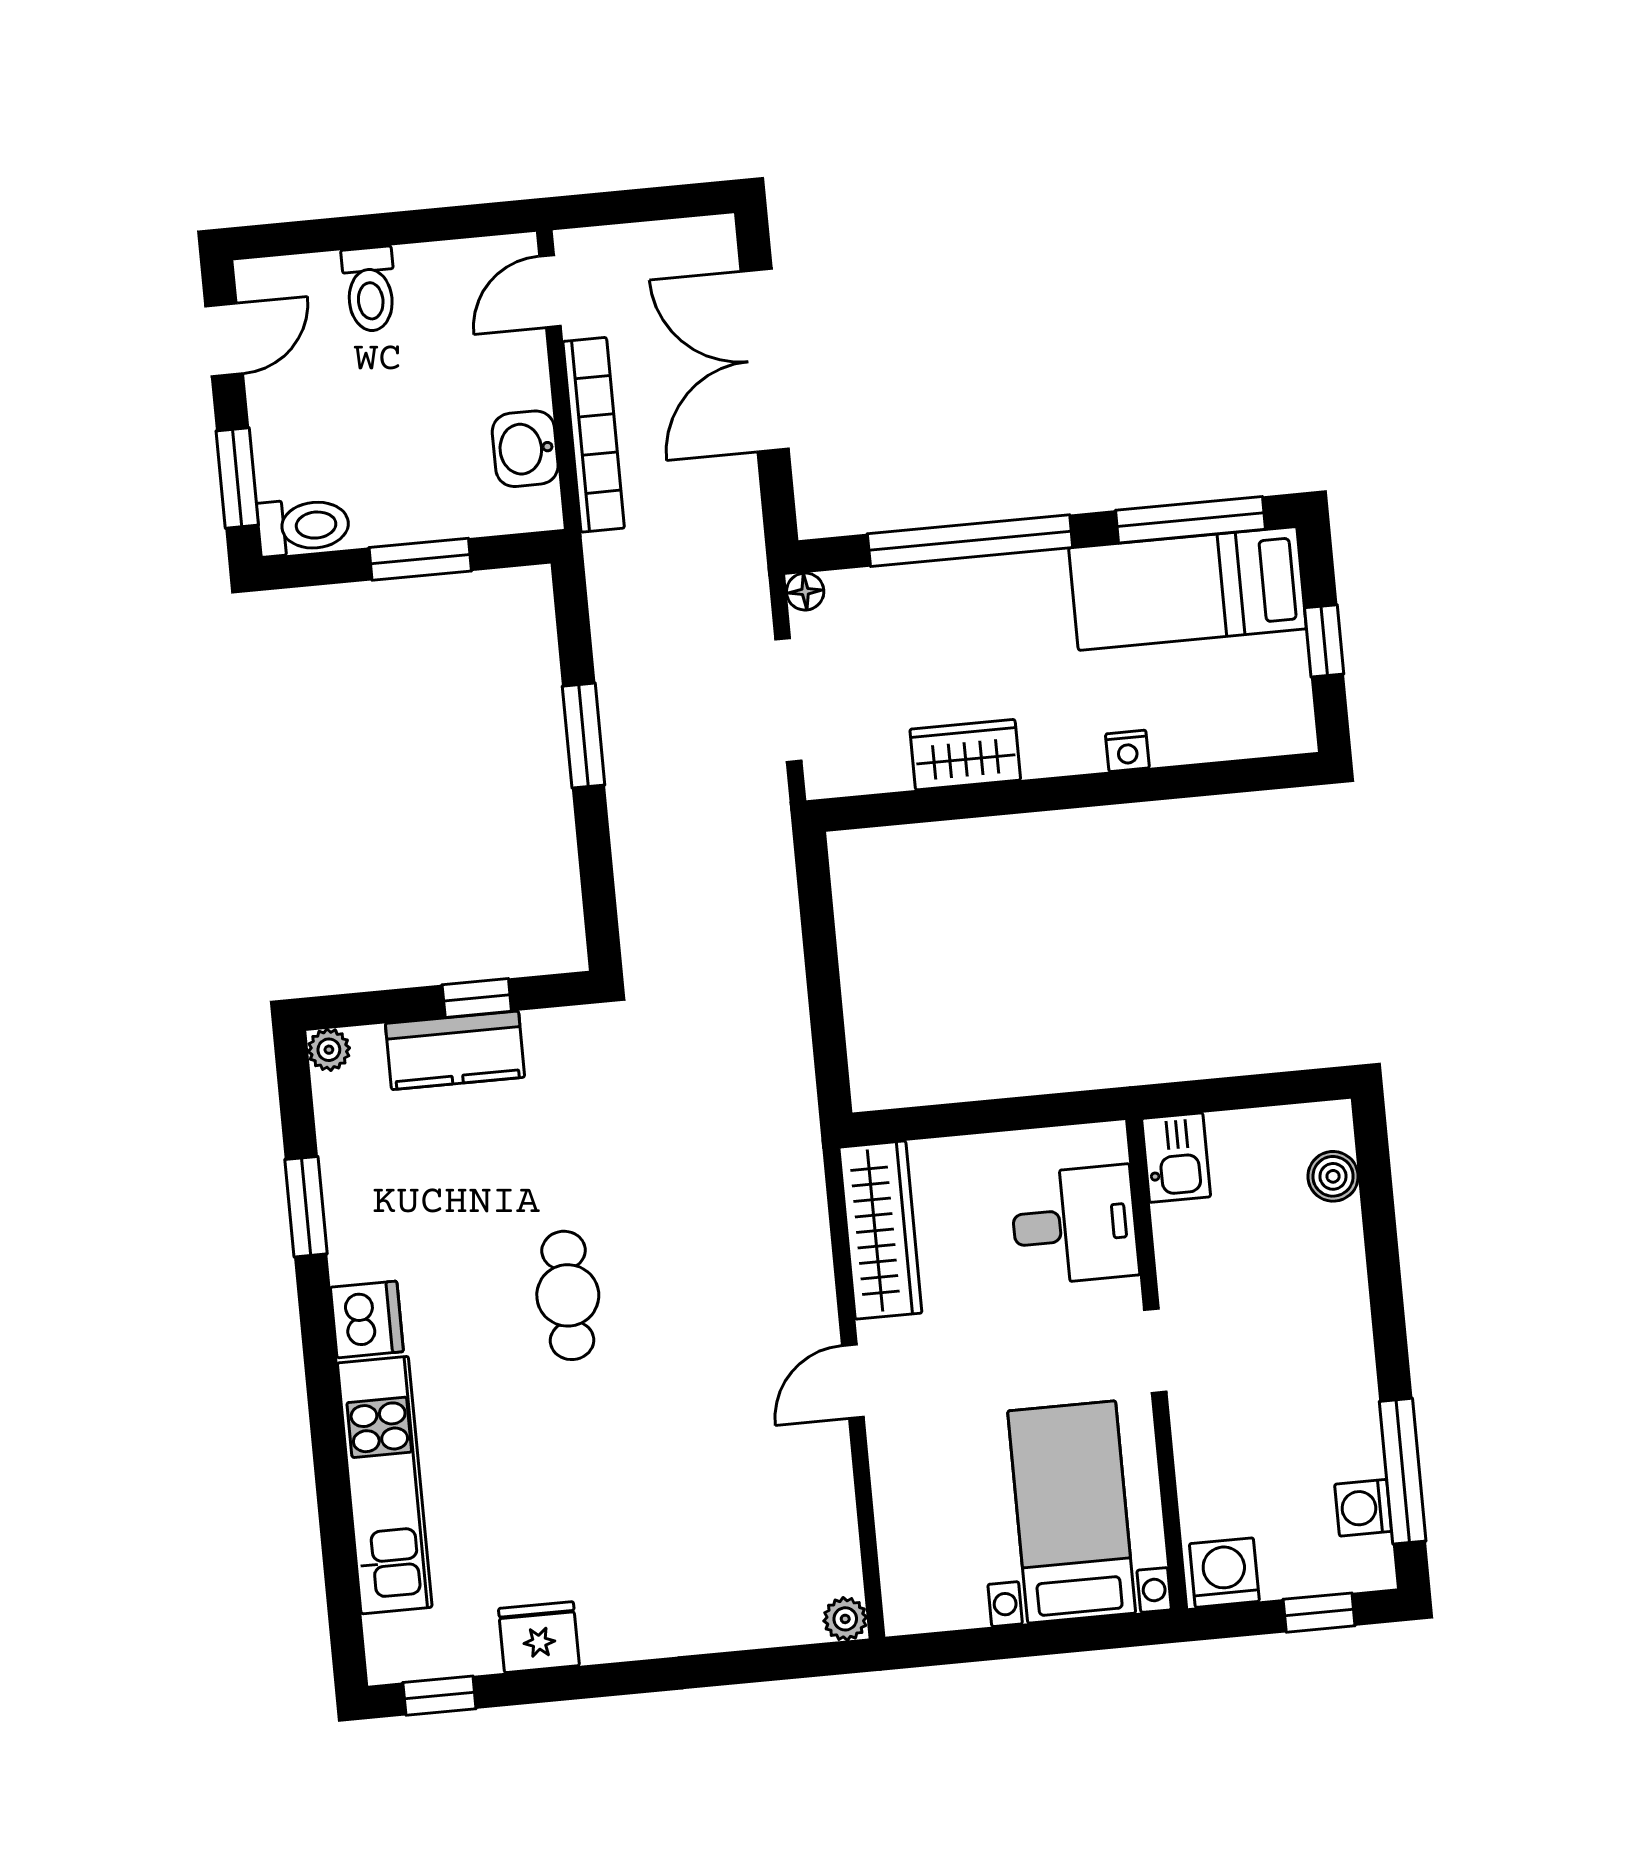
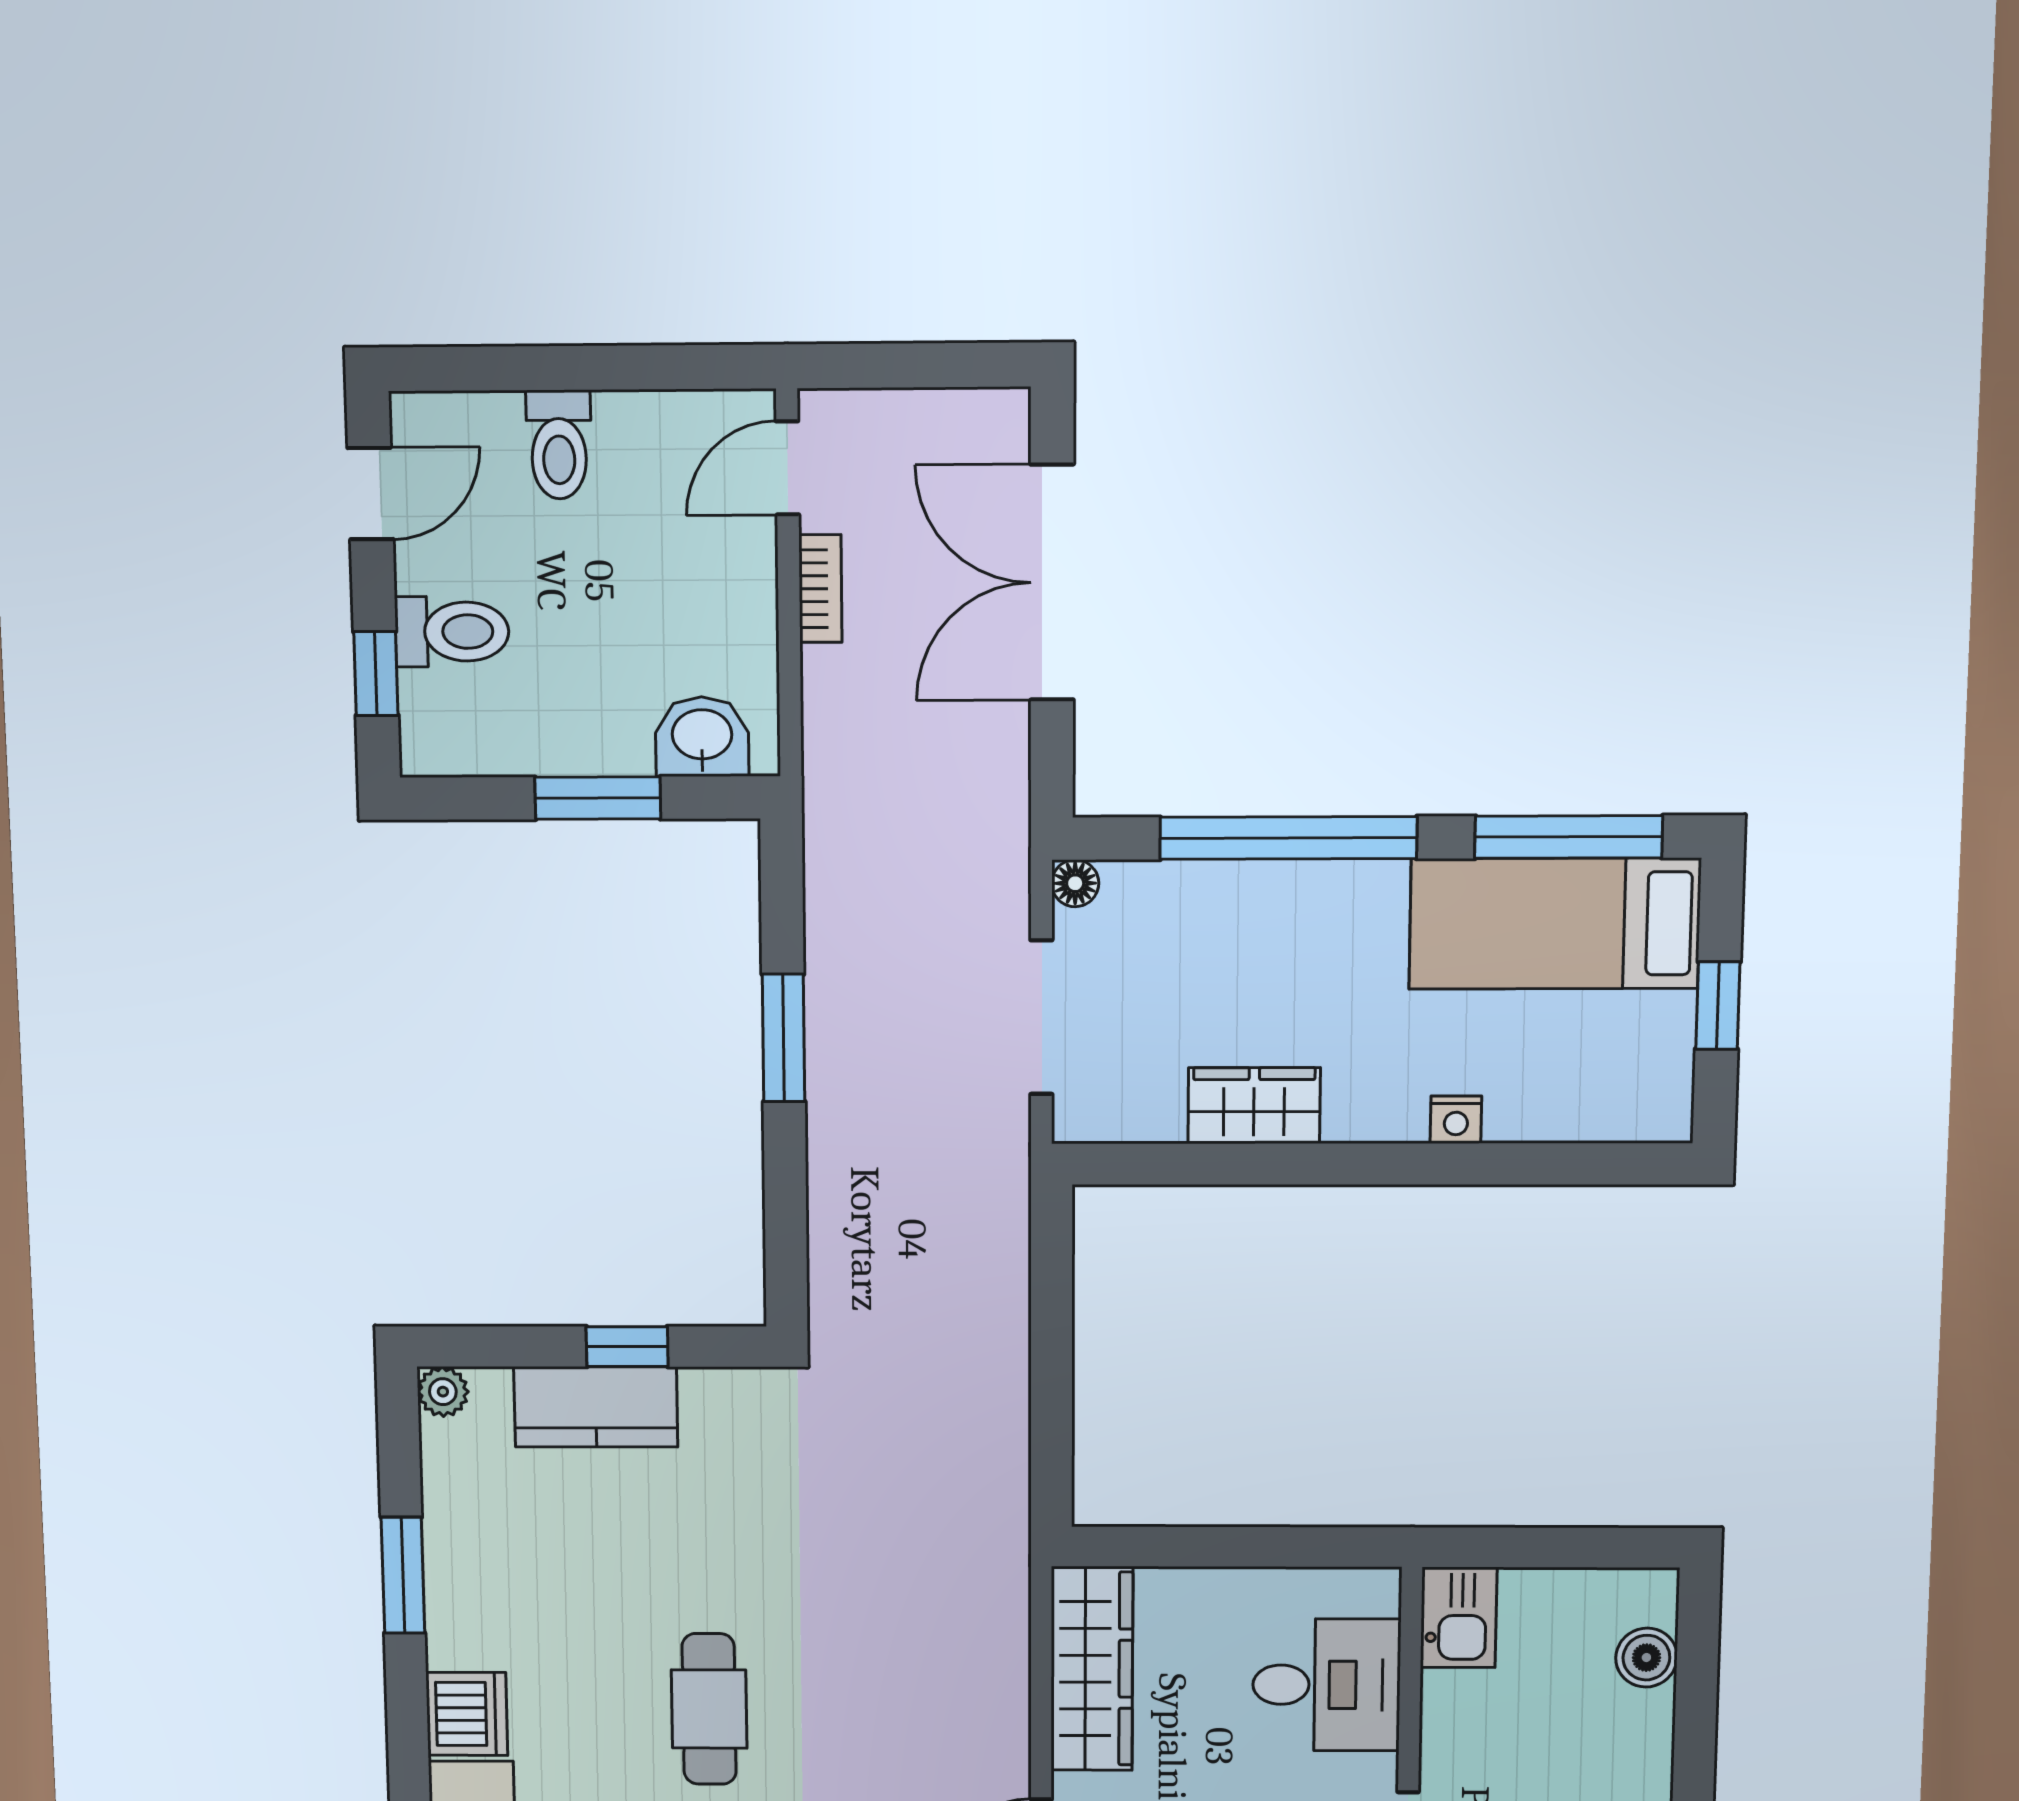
bookcase: (594, 435) -> (820, 589), width x0.43, depth x0.76
washbasin: (525, 449) -> (702, 737), moved, turned 90
window: (237, 478) -> (376, 674), width x0.67
toilet: (304, 526) -> (452, 632), moved

